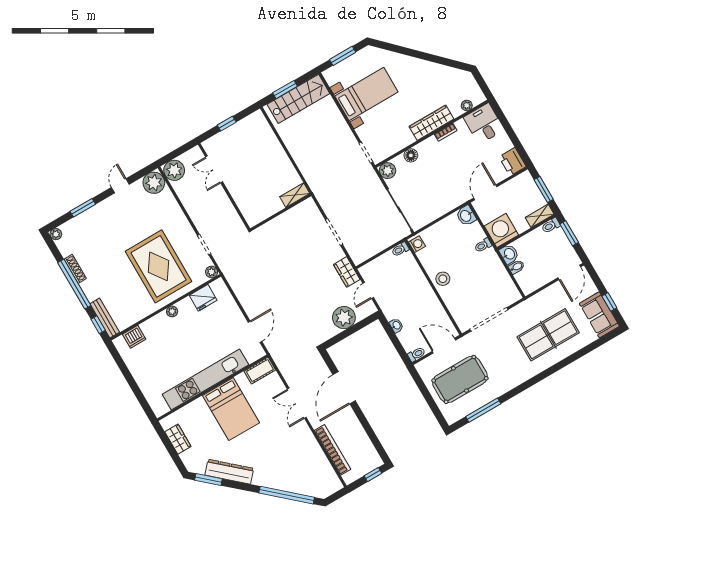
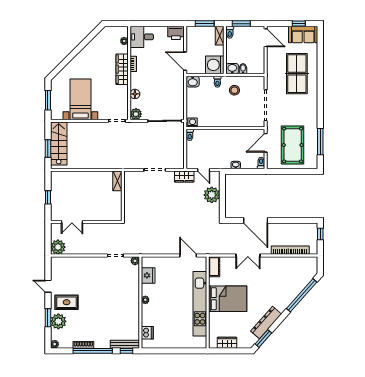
plant: (154, 183) -> (58, 321), moved
rug: (159, 266) -> (67, 302), moved, width x0.54, depth x0.49
stool: (443, 279) -> (234, 90), moved

